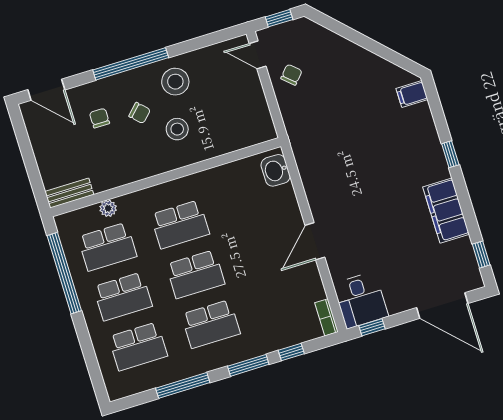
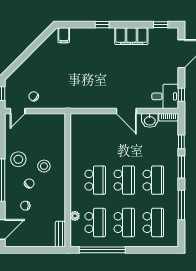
washbasin: (276, 170) -> (150, 120), moved

